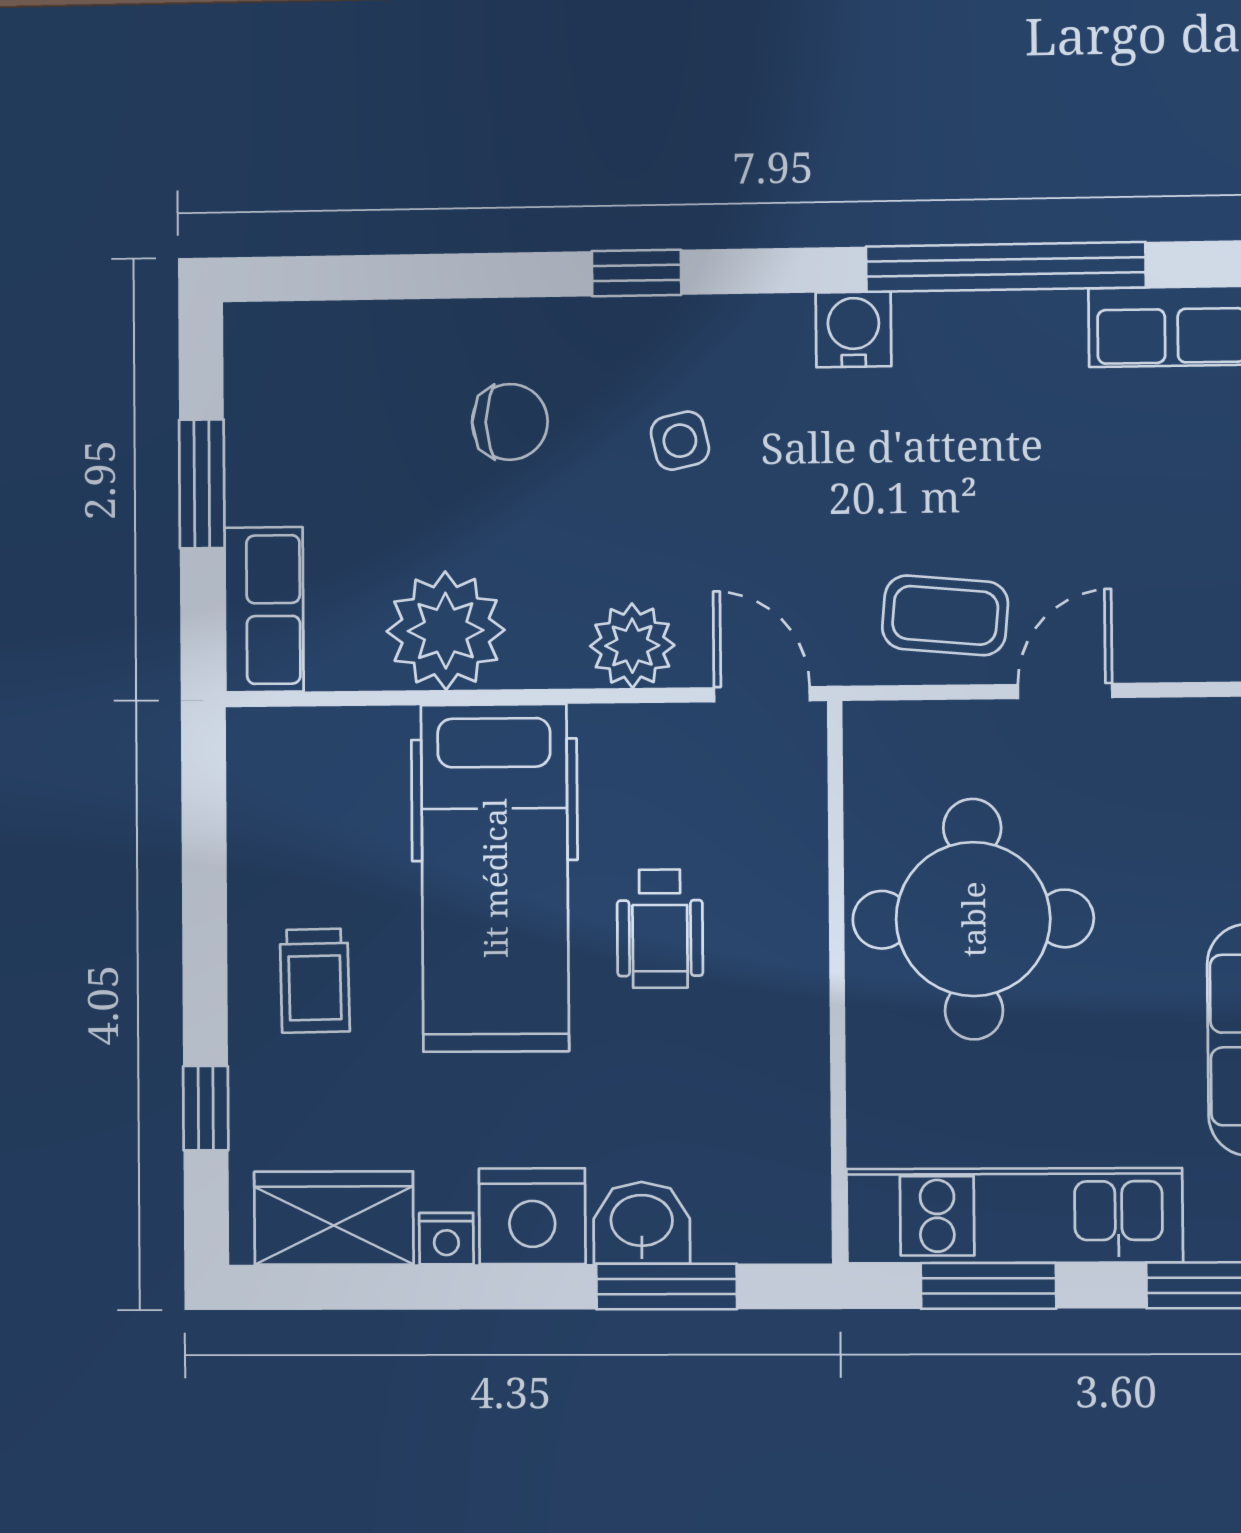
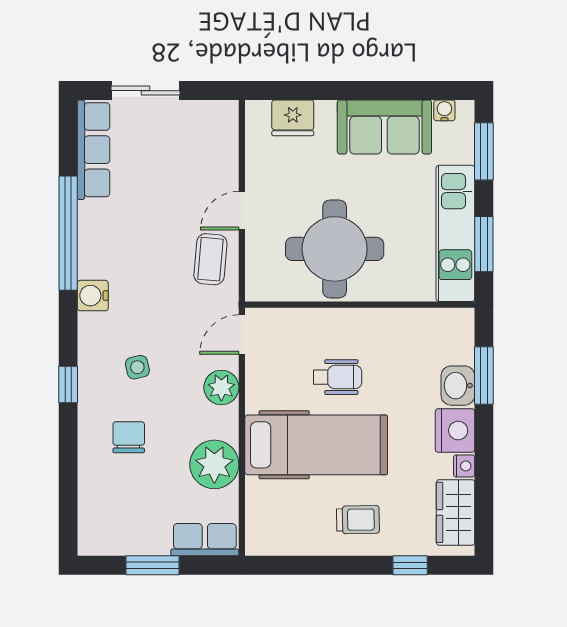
door: (1065, 691) -> (242, 211), hinge flipped

